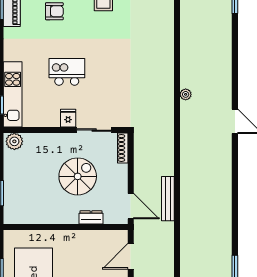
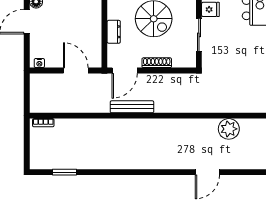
plant: (186, 94) -> (229, 129), width x1.88, depth x1.88
shoe rack: (123, 148) -> (157, 63), moved

